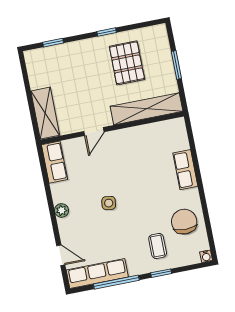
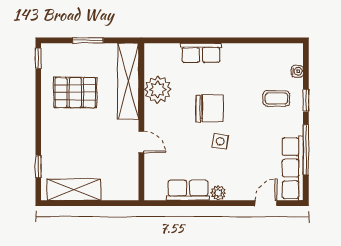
window: (107, 32) -> (38, 58), moved
shelving: (45, 113) -> (74, 190), moved
plant: (144, 137) -> (158, 90), added
row of seats: (54, 162) -> (188, 190), moved
chair: (184, 222) -> (210, 108), moved, turned 180
water cooler: (206, 256) -> (297, 71), moved

